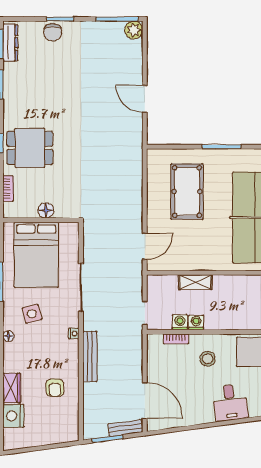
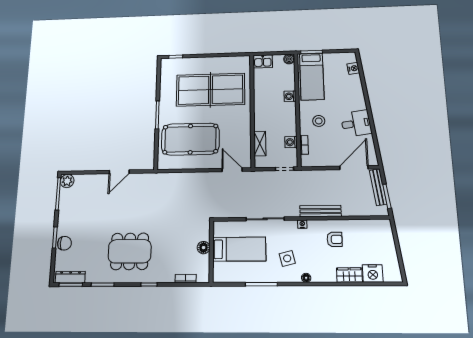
dining table: (30, 148) -> (130, 251), moved, width x1.38
pool table: (187, 192) -> (190, 139), width x1.36, depth x1.32
bed: (36, 255) -> (239, 249), width x0.67
shelving: (195, 282) -> (260, 144), moved
washing machine: (196, 323) -> (290, 96), moved
armchair: (55, 388) -> (335, 239), moved
desk: (230, 403) -> (356, 123), moved
bench: (125, 428) -> (378, 187), width x1.36

